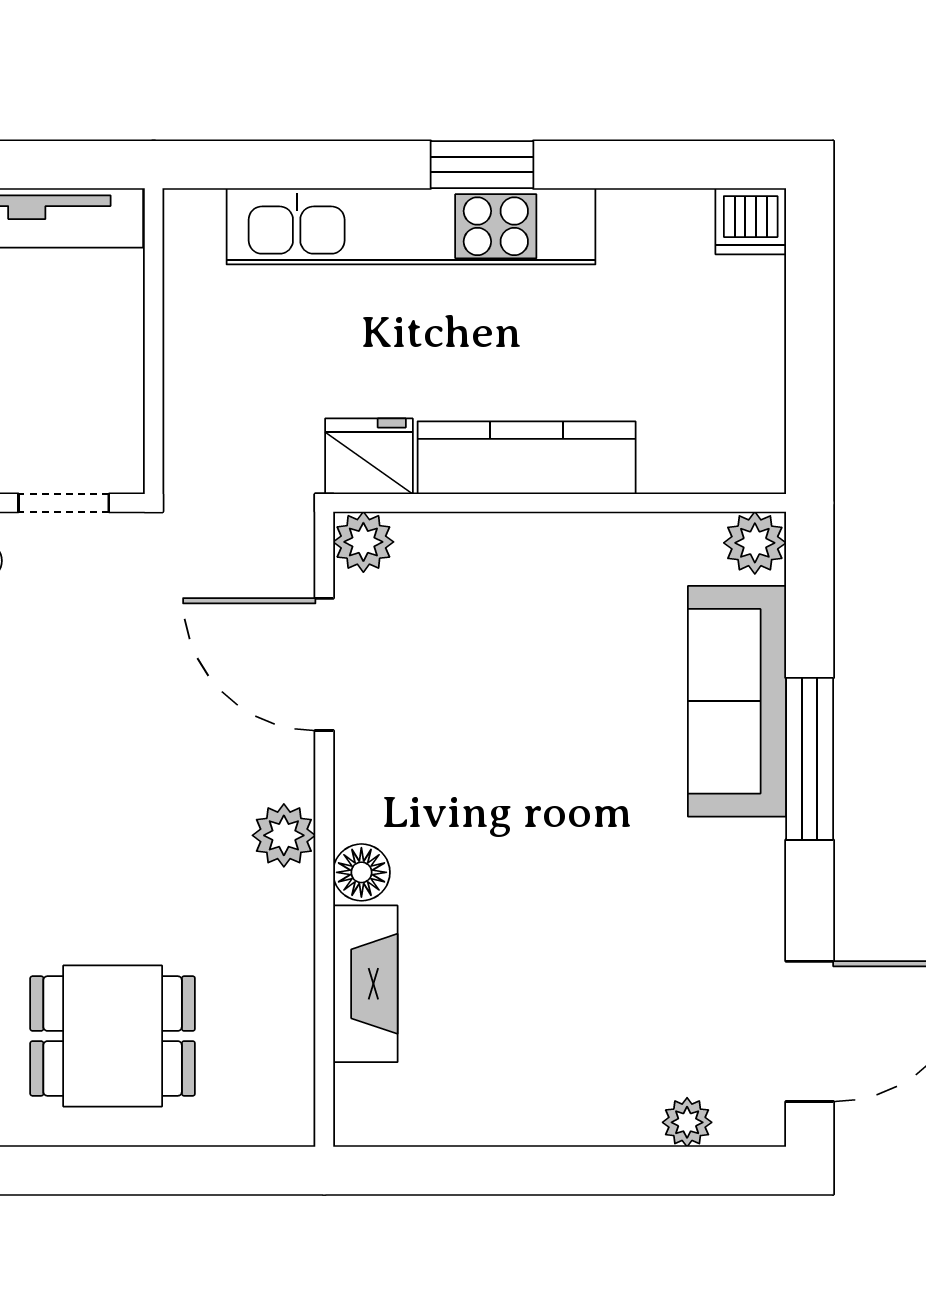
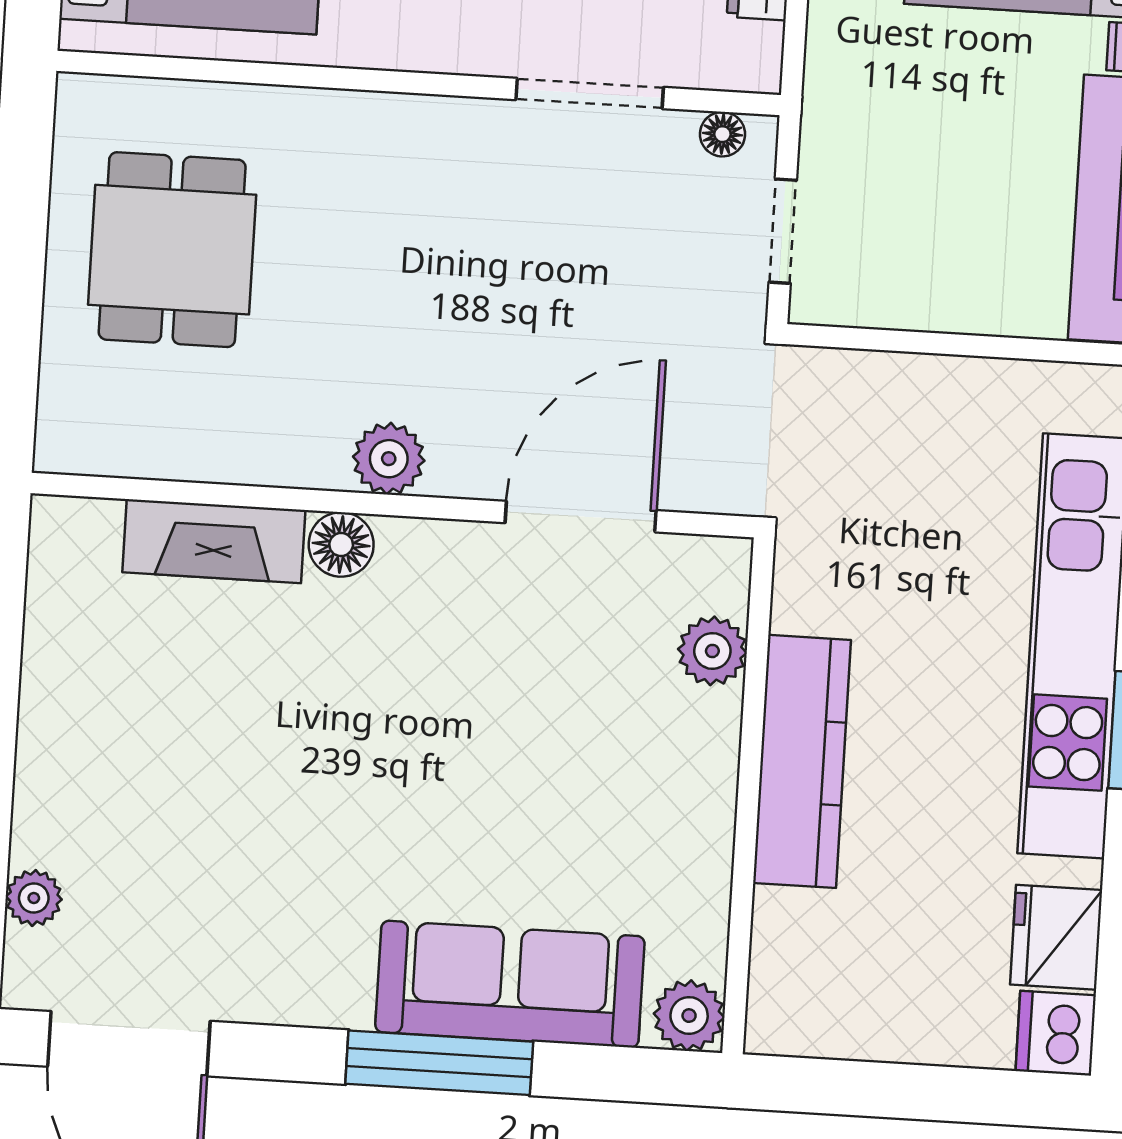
fridge: (369, 456) -> (1056, 937), moved, turned 180
plant: (363, 542) -> (712, 651), moved

